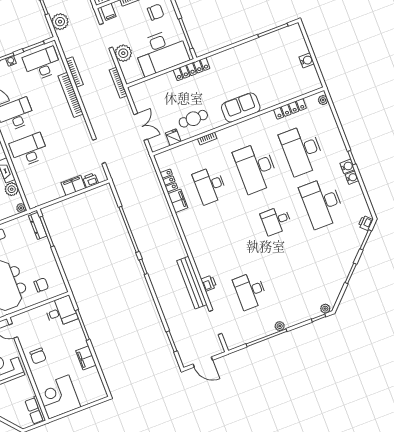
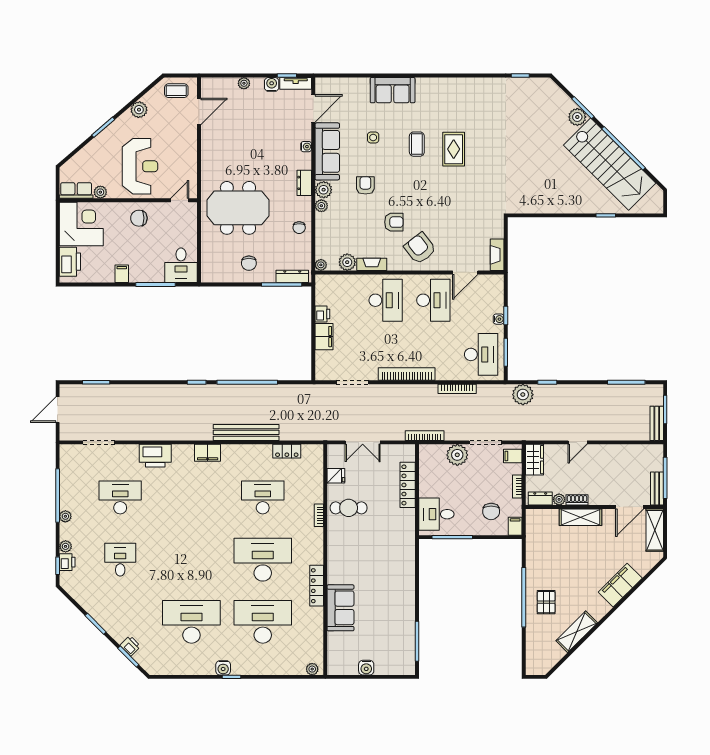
desk: (161, 52) -> (436, 514), width x0.53, depth x0.77
locker: (192, 69) -> (408, 485), moved
bookcase: (71, 95) -> (407, 374), moved
sofa: (241, 107) -> (340, 608), moved
locker: (290, 109) -> (317, 586), moved
cafe table: (193, 119) -> (349, 508), turned 90
water cooler: (352, 178) -> (208, 668), removed
printer: (90, 180) -> (322, 314), moved
filing cabinet: (178, 201) -> (208, 453), moved
desk: (276, 220) -> (120, 560), moved
printer: (365, 223) -> (130, 646), moved
bench: (192, 283) -> (246, 432), moved
printer: (209, 283) -> (155, 456), width x1.87, depth x1.48
chair: (41, 285) -> (249, 263), moved
plant: (325, 309) -> (66, 546), moved
printer: (313, 312) -> (67, 562), added
filing cabinet: (86, 358) -> (122, 274), width x0.50
plant: (30, 392) -> (100, 192), added
printer: (90, 395) -> (70, 262), added

